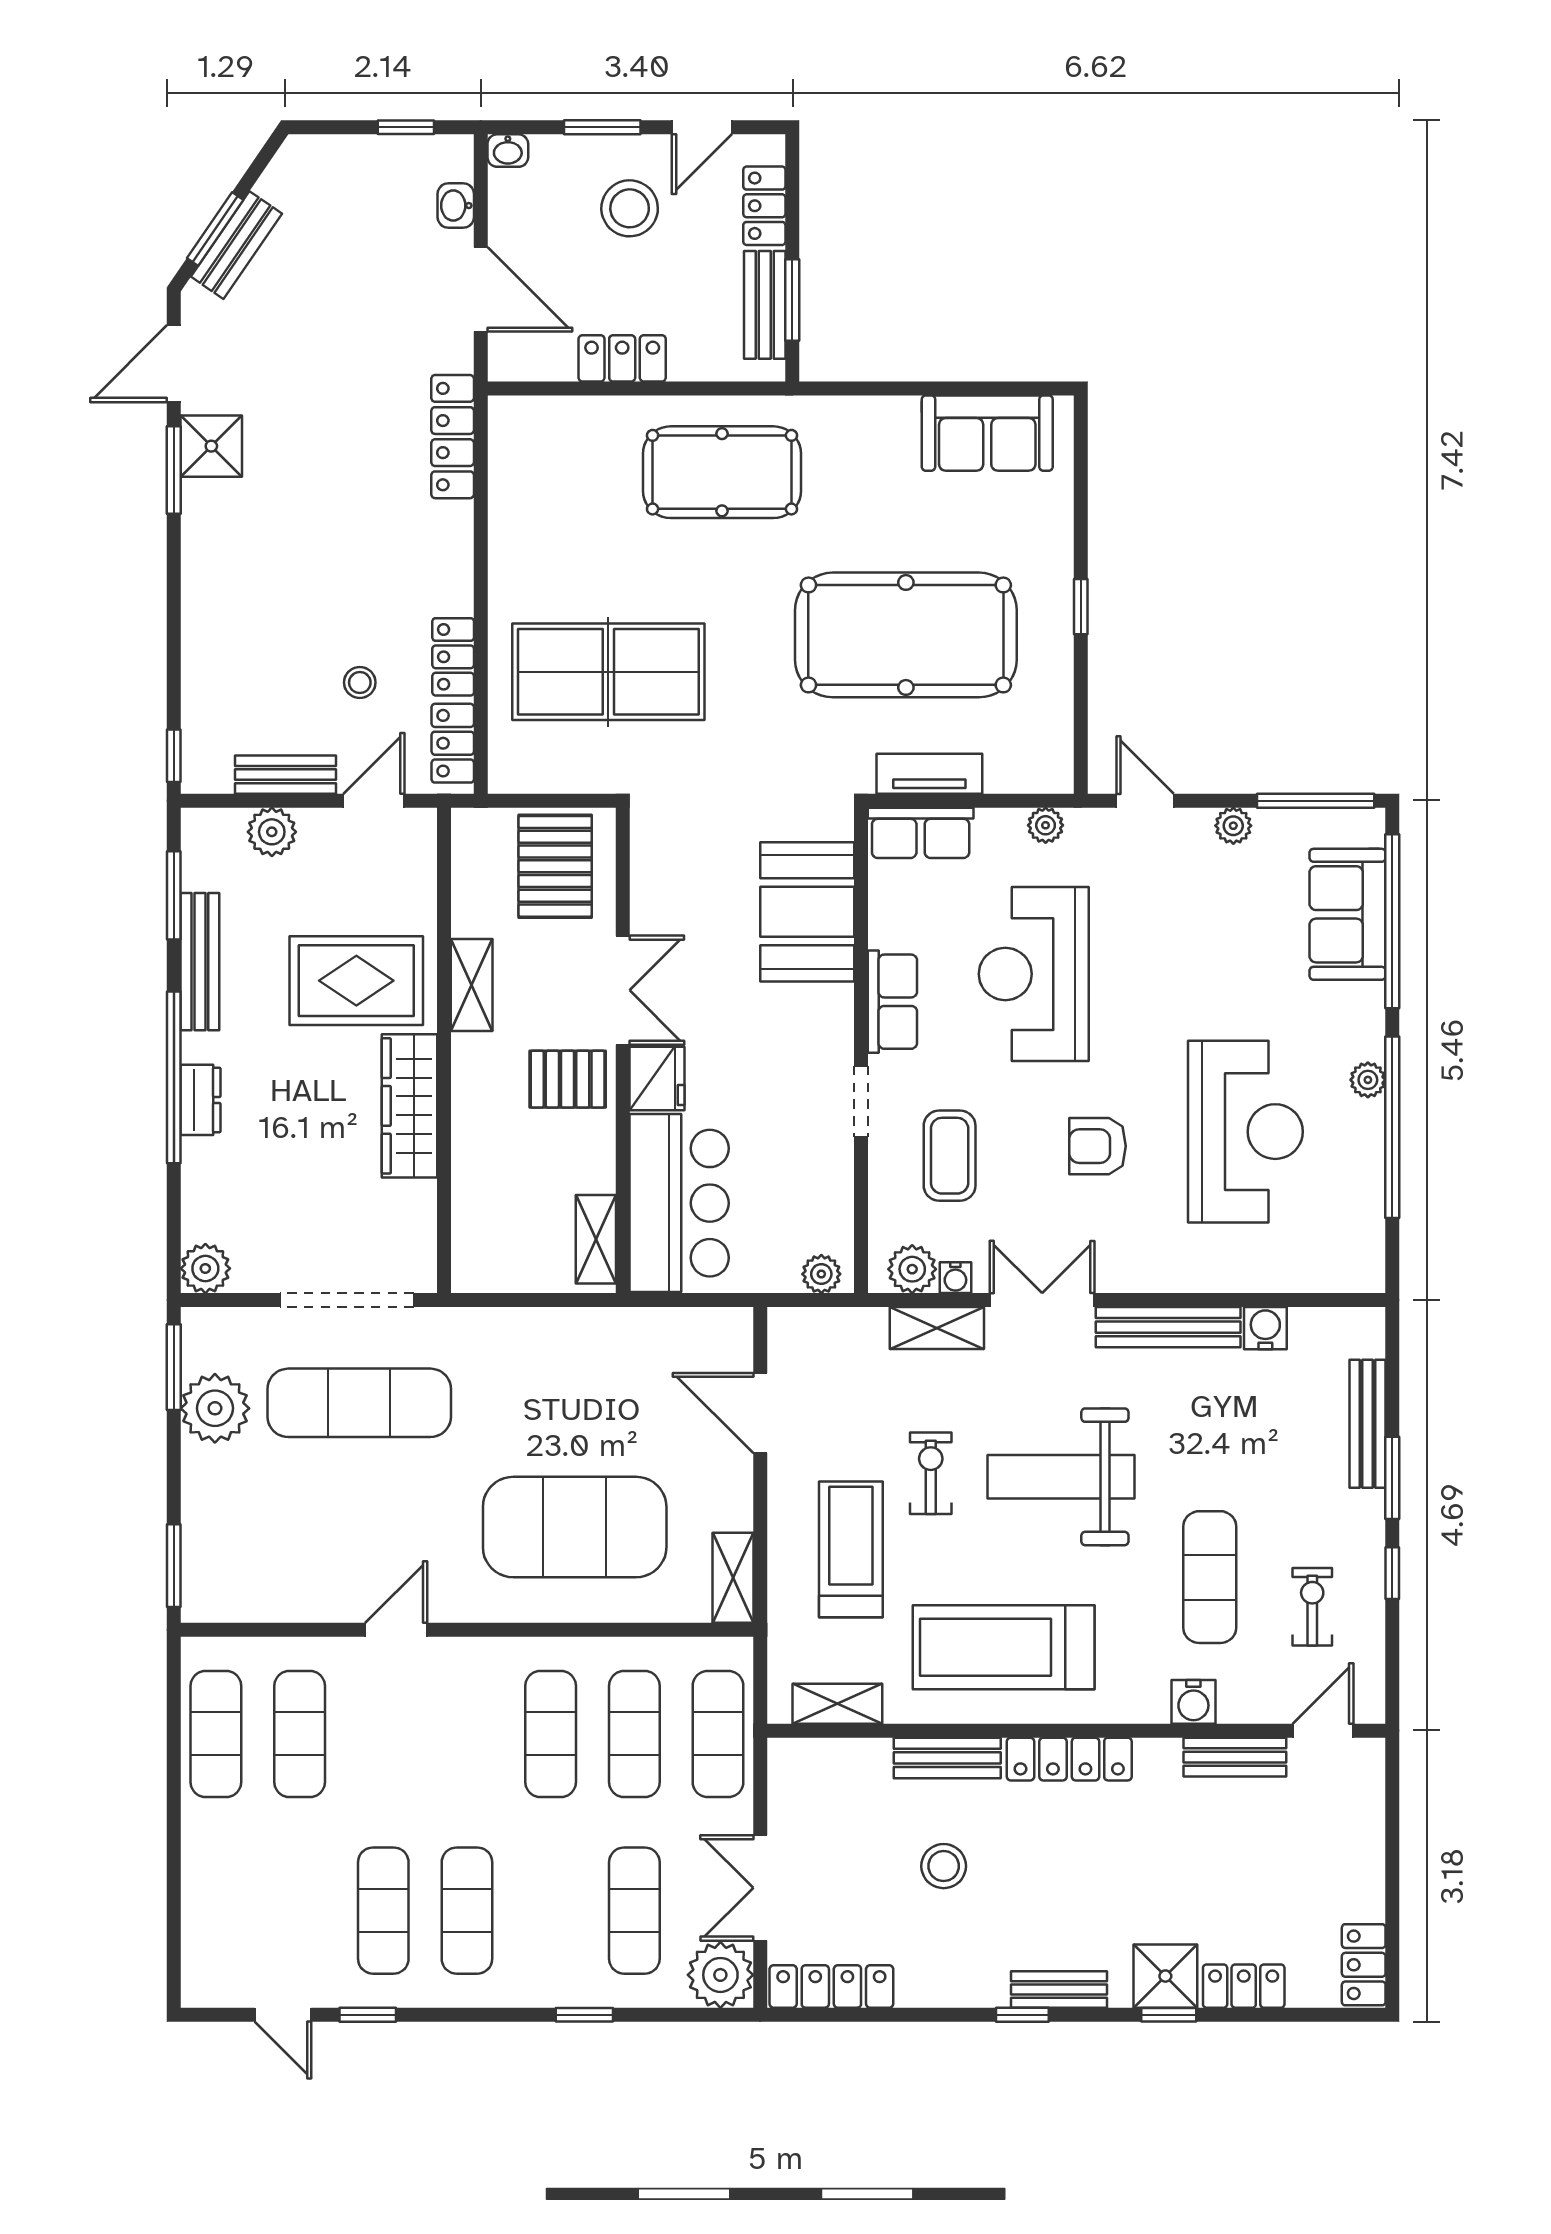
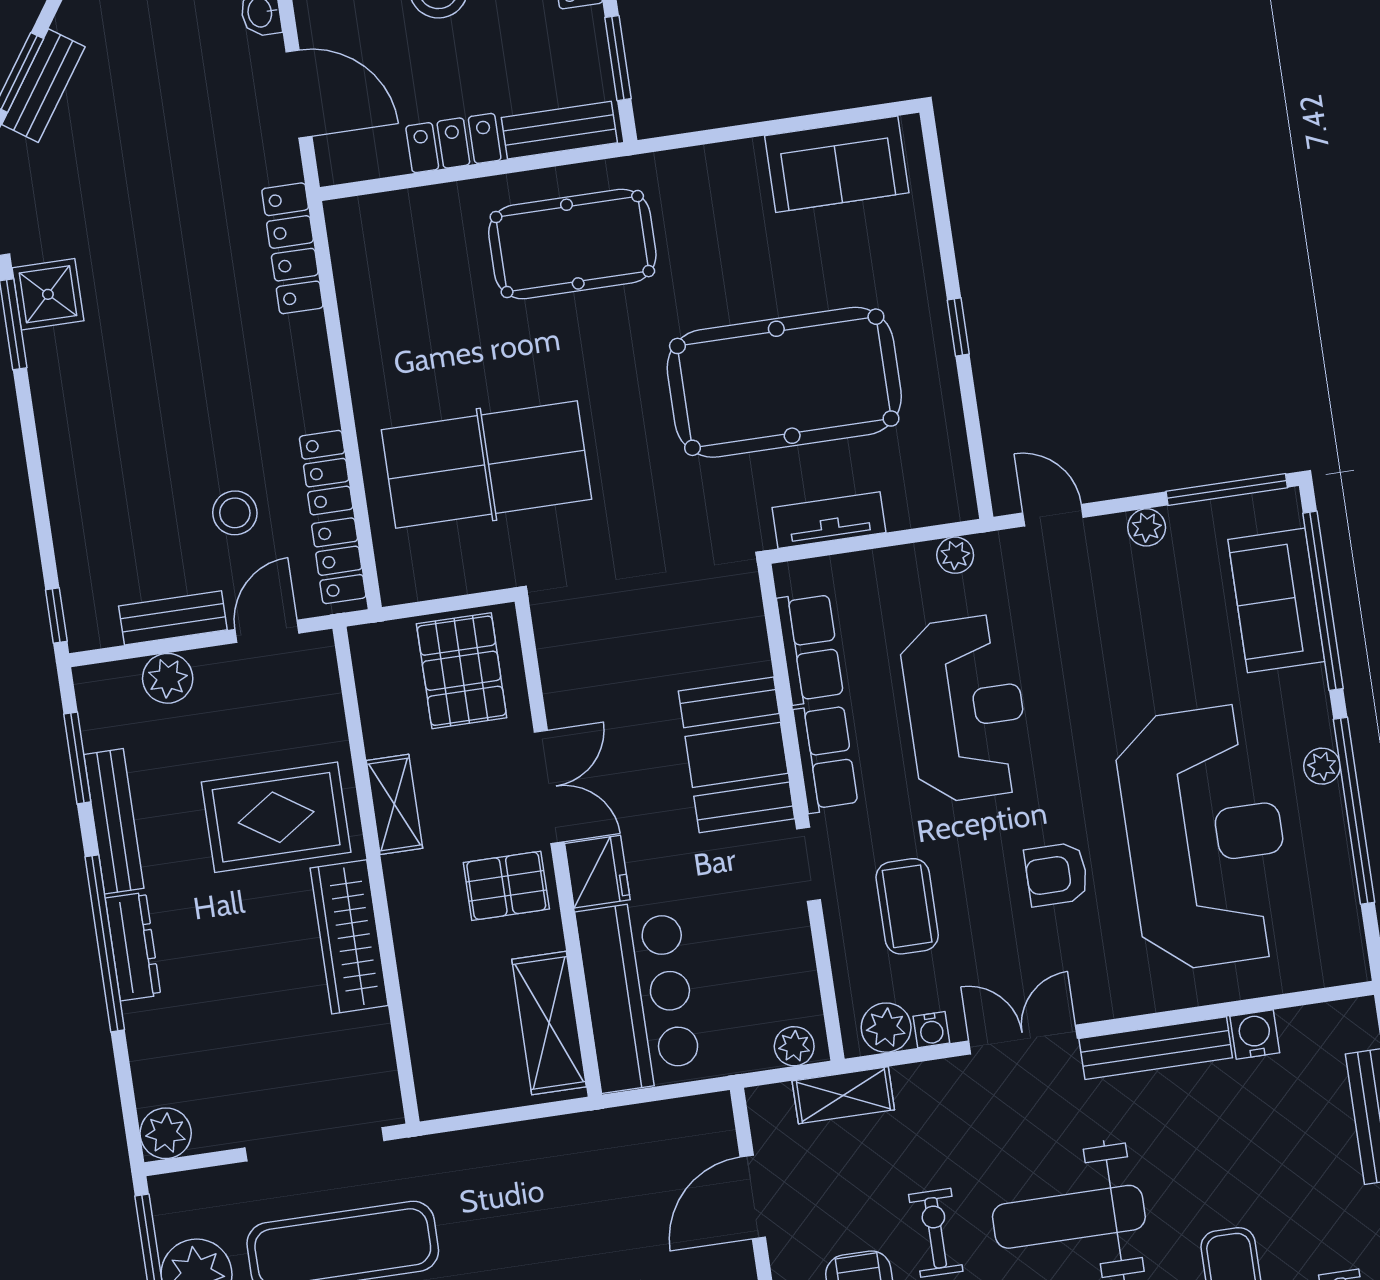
bench: (765, 305) -> (559, 130), moved, turned 90
stool: (360, 683) -> (235, 513), width x1.37, depth x1.37
row of seats: (921, 833) -> (810, 648), moved, turned -90
booth: (807, 912) -> (737, 755), moved
reception desk: (1034, 974) -> (966, 709), turned 180
dresser: (200, 1100) -> (133, 947), width x1.44
reception desk: (1245, 1132) -> (1205, 837), width x1.36, depth x1.30
shelving: (596, 1239) -> (549, 1023), width x1.50, depth x1.33
shelving: (937, 1328) -> (843, 1095), moved
door: (760, 1413) -> (753, 1197), hinge flipped

